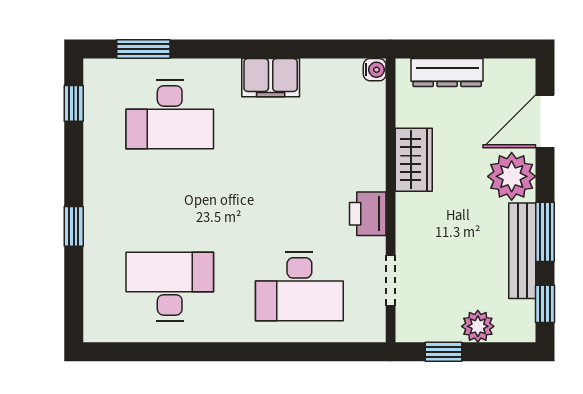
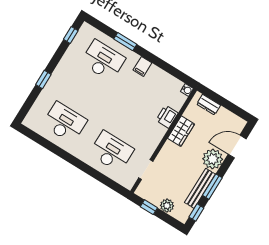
window: (143, 49) -> (125, 42), moved
dresser: (447, 73) -> (209, 105), width x0.70
filing cabinet: (271, 78) -> (142, 66), width x0.50
desk: (170, 115) -> (103, 60), turned 180
printer: (368, 214) -> (167, 117), moved
desk: (299, 286) -> (111, 151), turned 180

